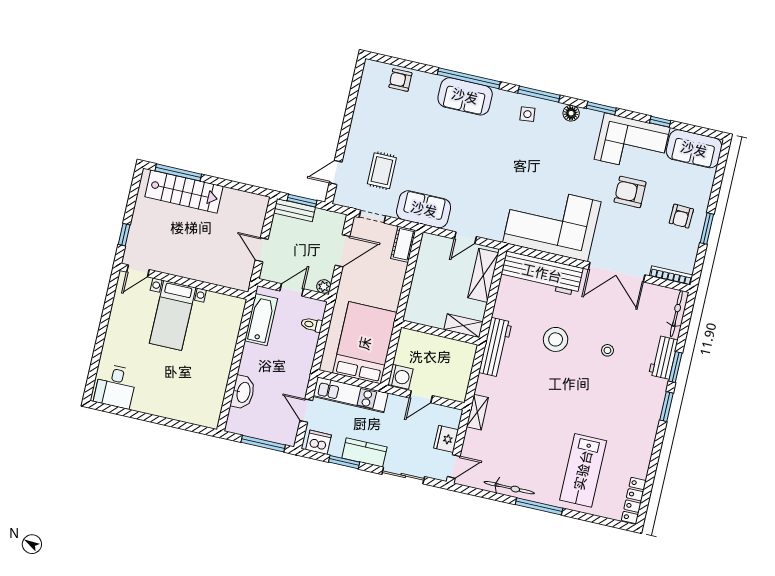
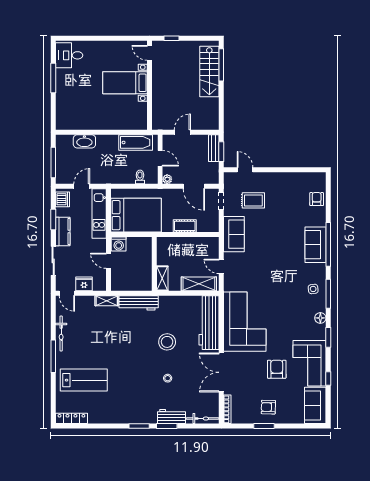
cot: (403, 244) -> (185, 226), moved
workbench: (495, 347) -> (139, 303), moved
window: (142, 416) -> (53, 78), added
lab bench: (583, 470) -> (84, 380), turned 180

